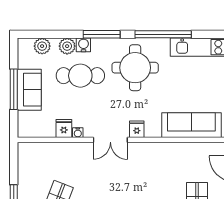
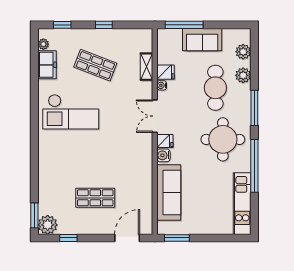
water cooler: (83, 45) -> (163, 155), moved, turned 180
window: (14, 89) -> (184, 25), moved
shelving: (58, 149) -> (147, 67), added

